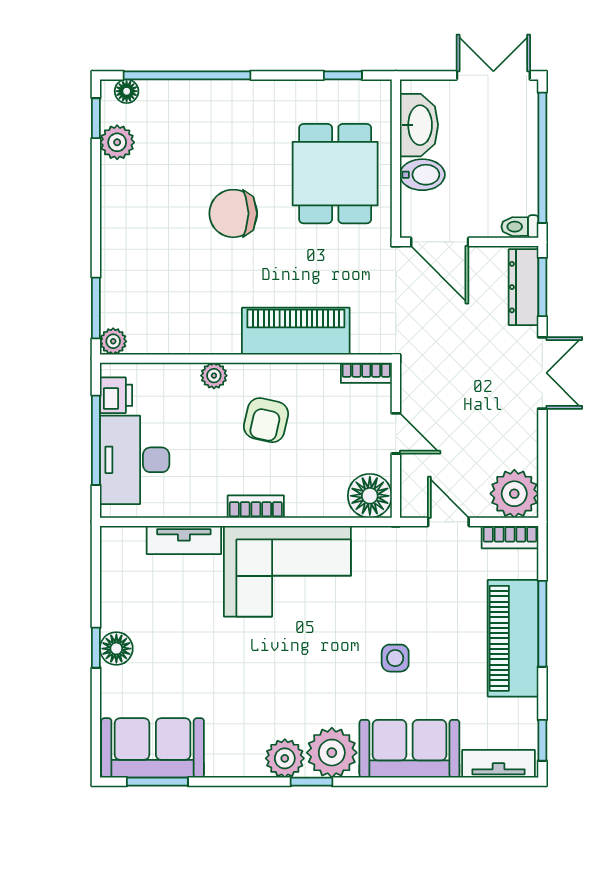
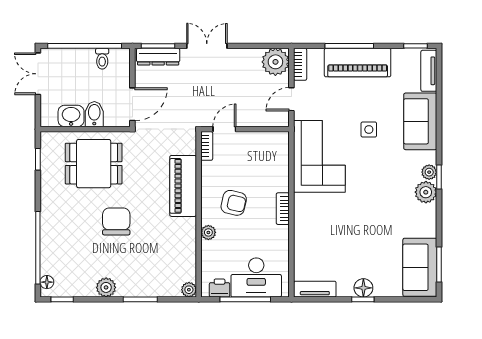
washbasin: (419, 125) -> (71, 116), width x0.72
plant: (117, 142) -> (106, 287), moved
chair: (233, 213) -> (116, 221), turned 180
toilet: (520, 227) -> (102, 59), moved
window: (96, 308) -> (140, 299), moved
door: (396, 433) -> (224, 129), moved
floor lamp: (370, 496) -> (277, 144), removed
tv unit: (184, 540) -> (315, 289), moved, turned -90
corner sofa: (287, 571) -> (319, 156), moved
plant: (332, 753) -> (429, 172), width x0.53, depth x0.53

